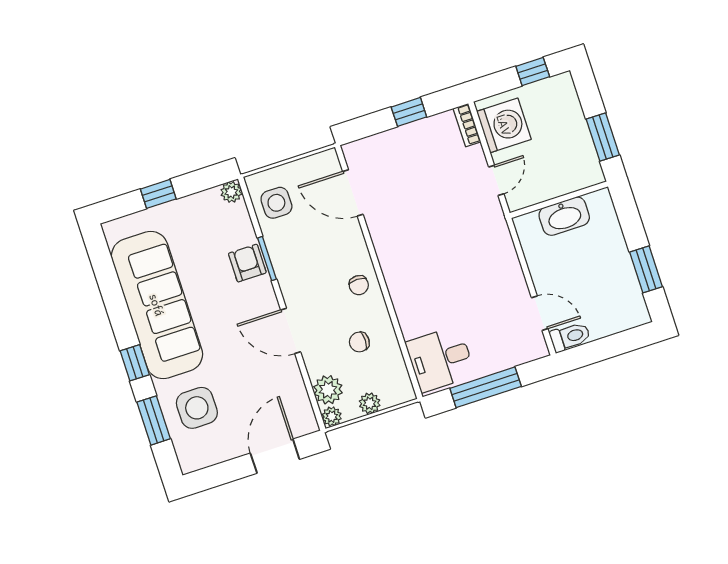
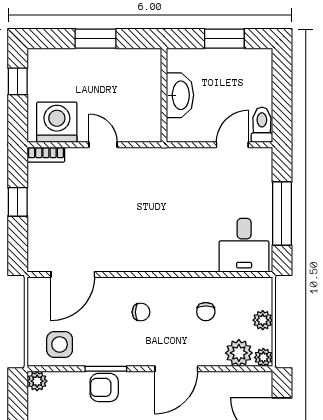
wall: (559, 200) -> (164, 95), moved
washbasin: (564, 216) -> (180, 95), moved
chair: (359, 285) -> (141, 312), moved

